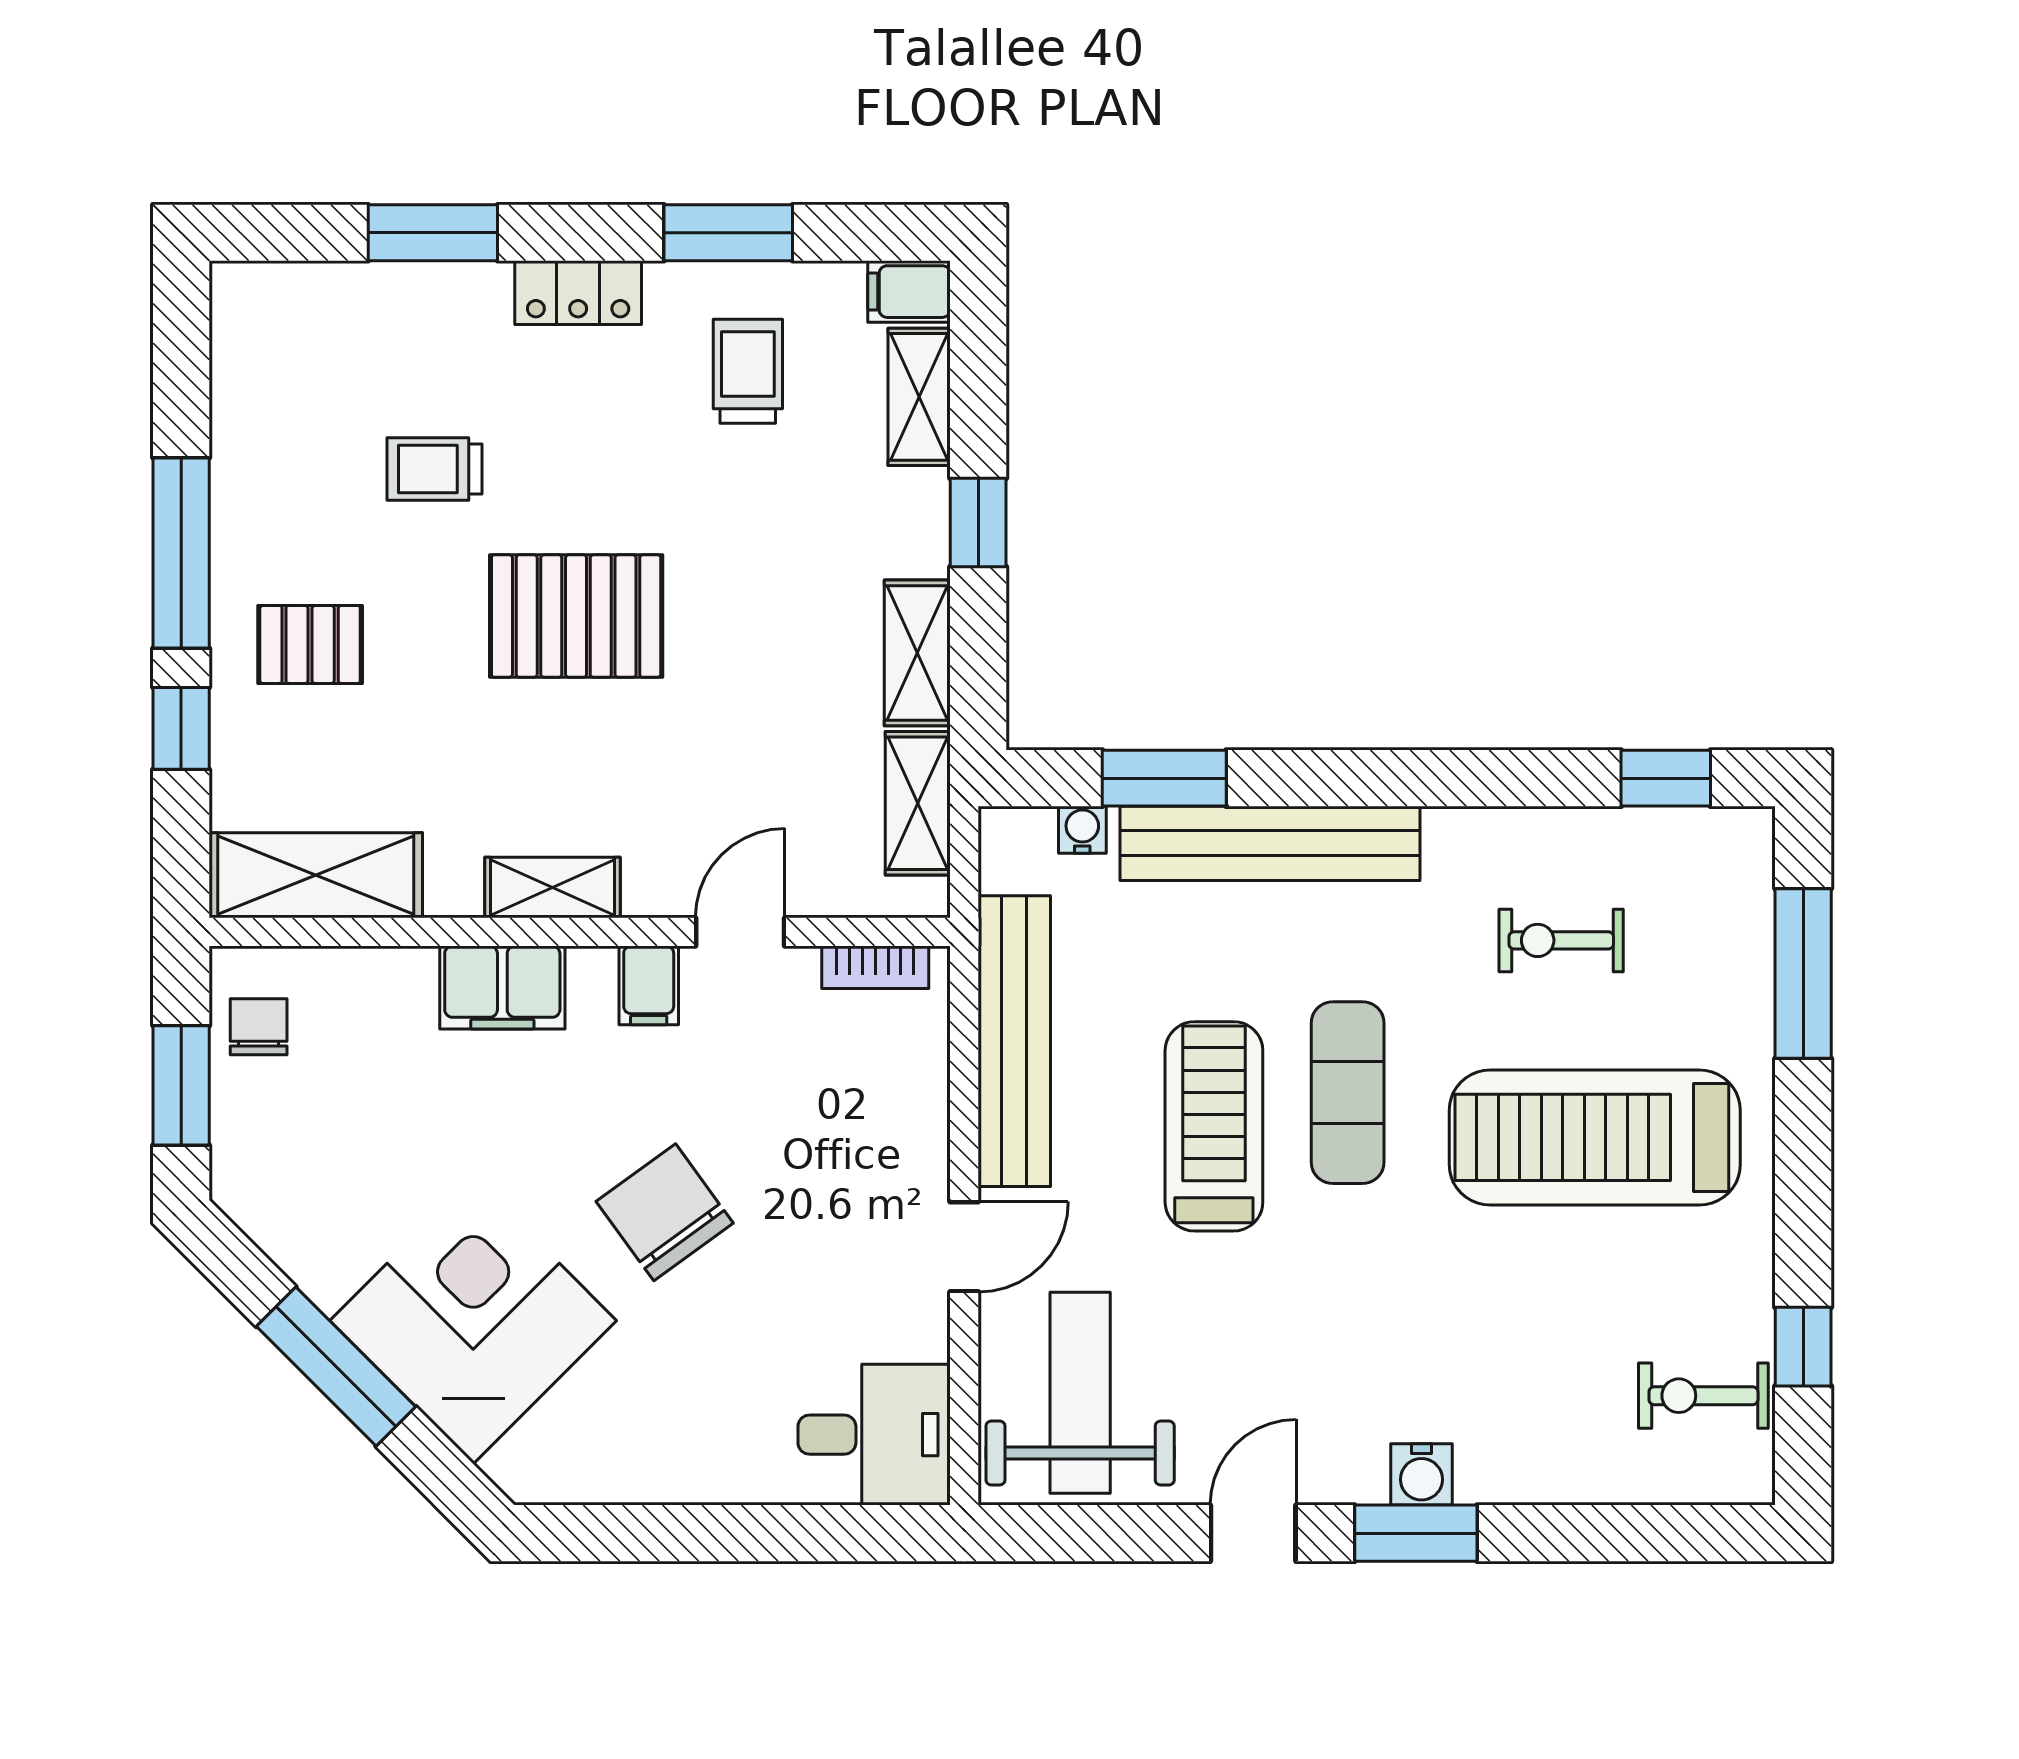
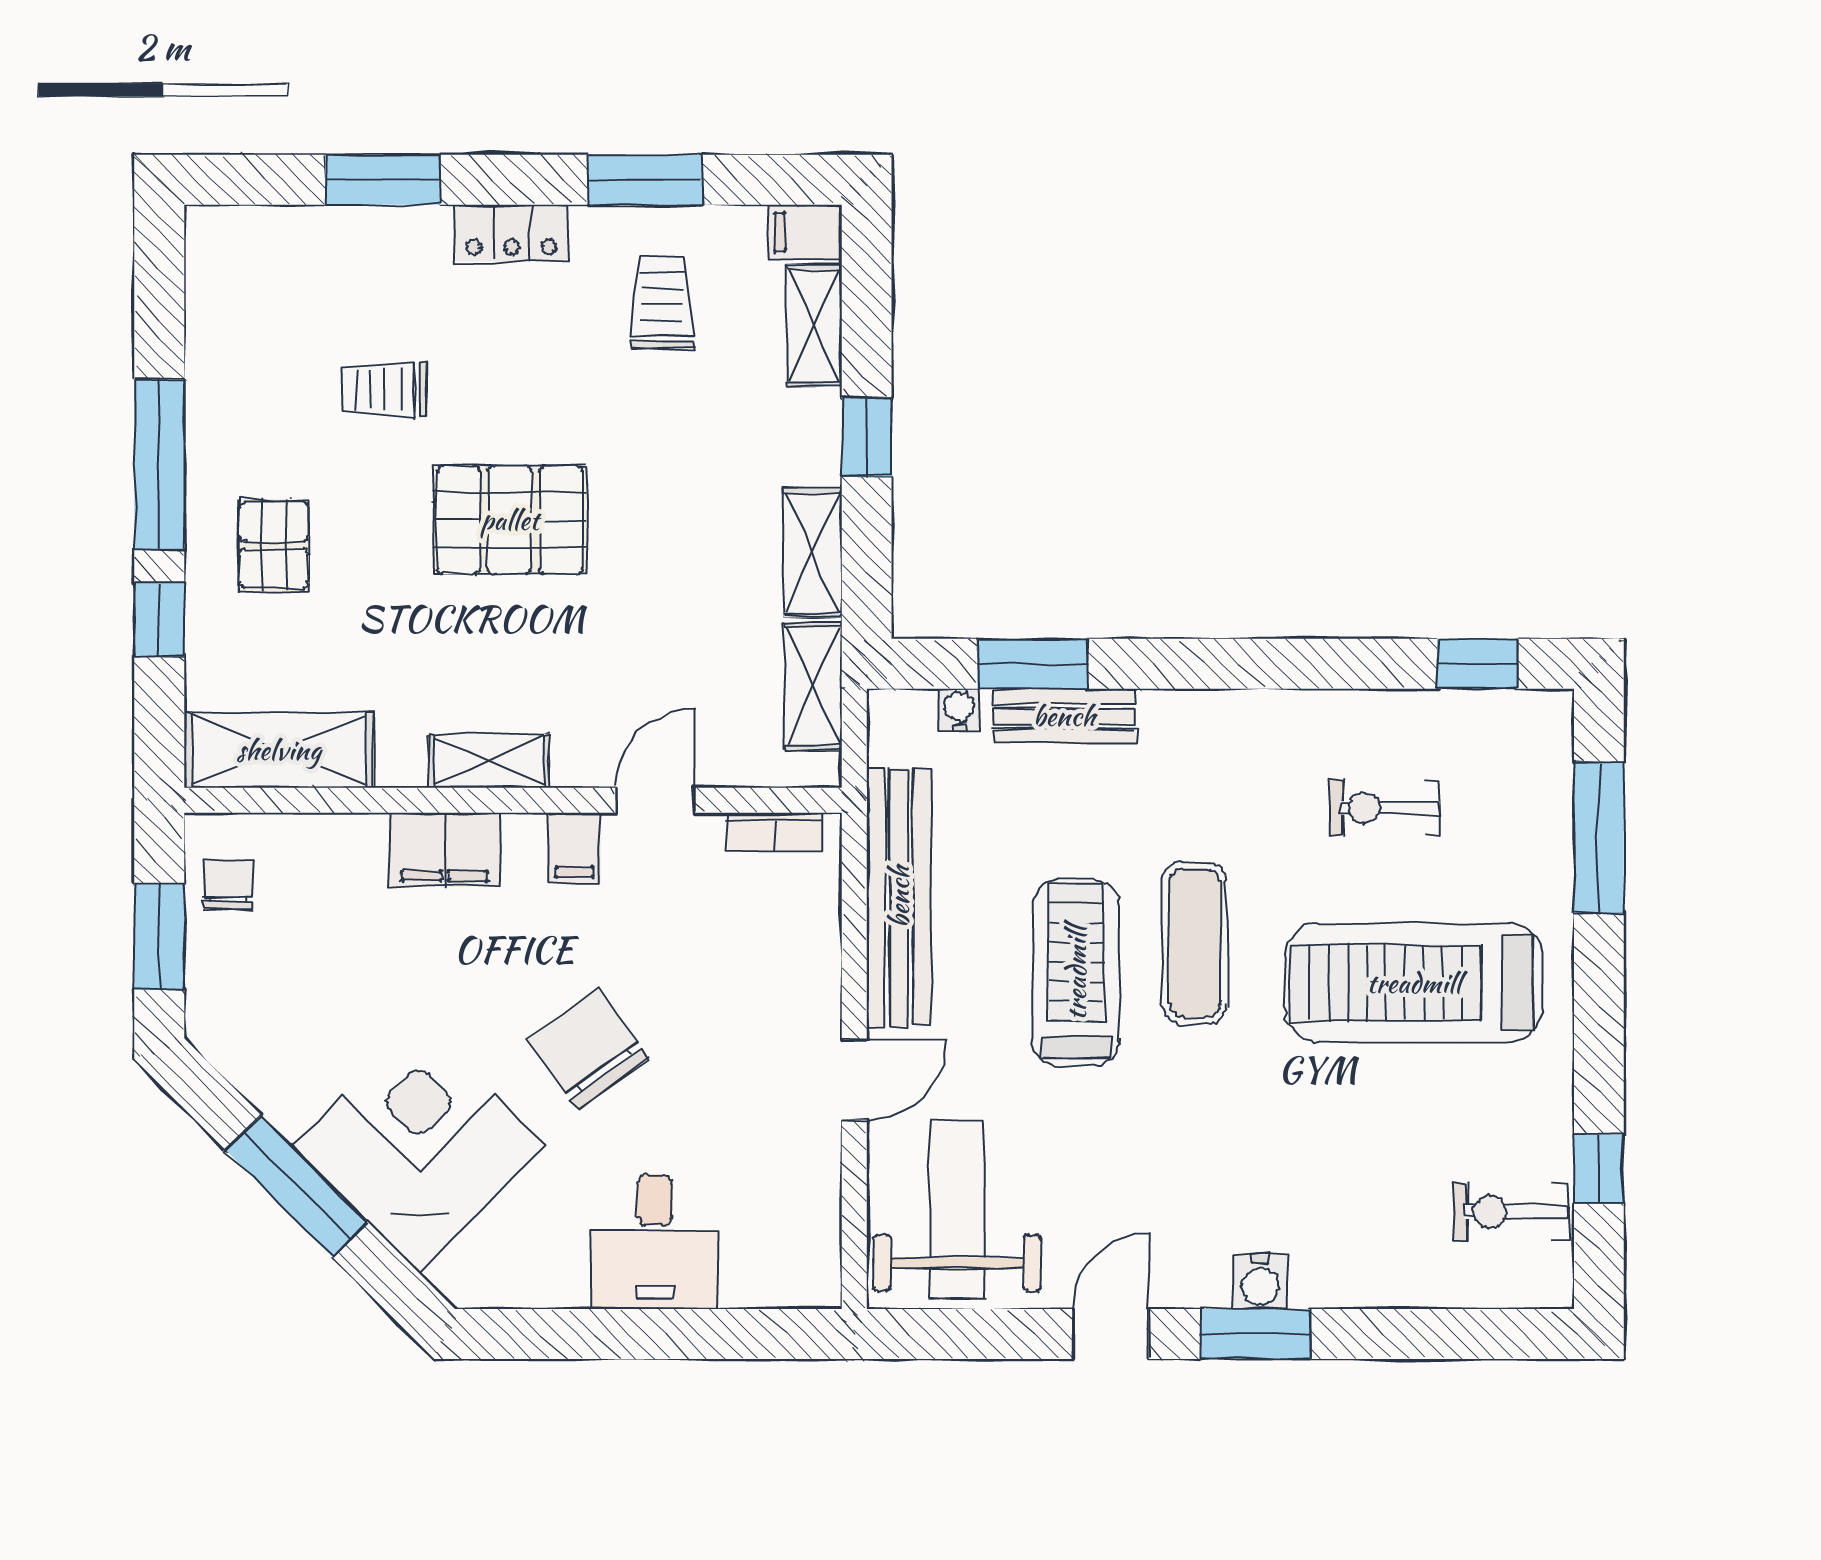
pallet: (310, 644) -> (274, 545), turned 90
bench: (1270, 843) -> (1064, 716), width x0.54, depth x0.82
desk: (874, 1435) -> (655, 1242), moved, turned 90

